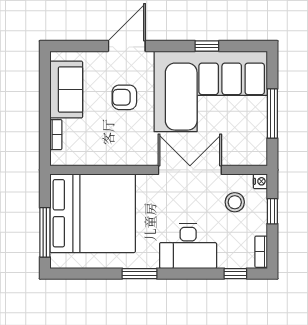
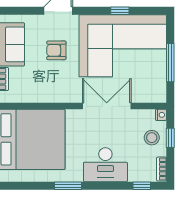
stool: (235, 202) -> (152, 138), moved

